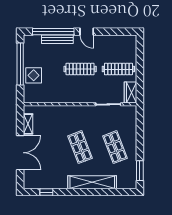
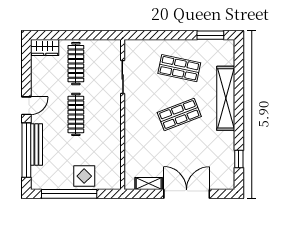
wardrobe: (131, 93) -> (45, 48), moved
shop shelf: (115, 147) -> (179, 68), turned 33

